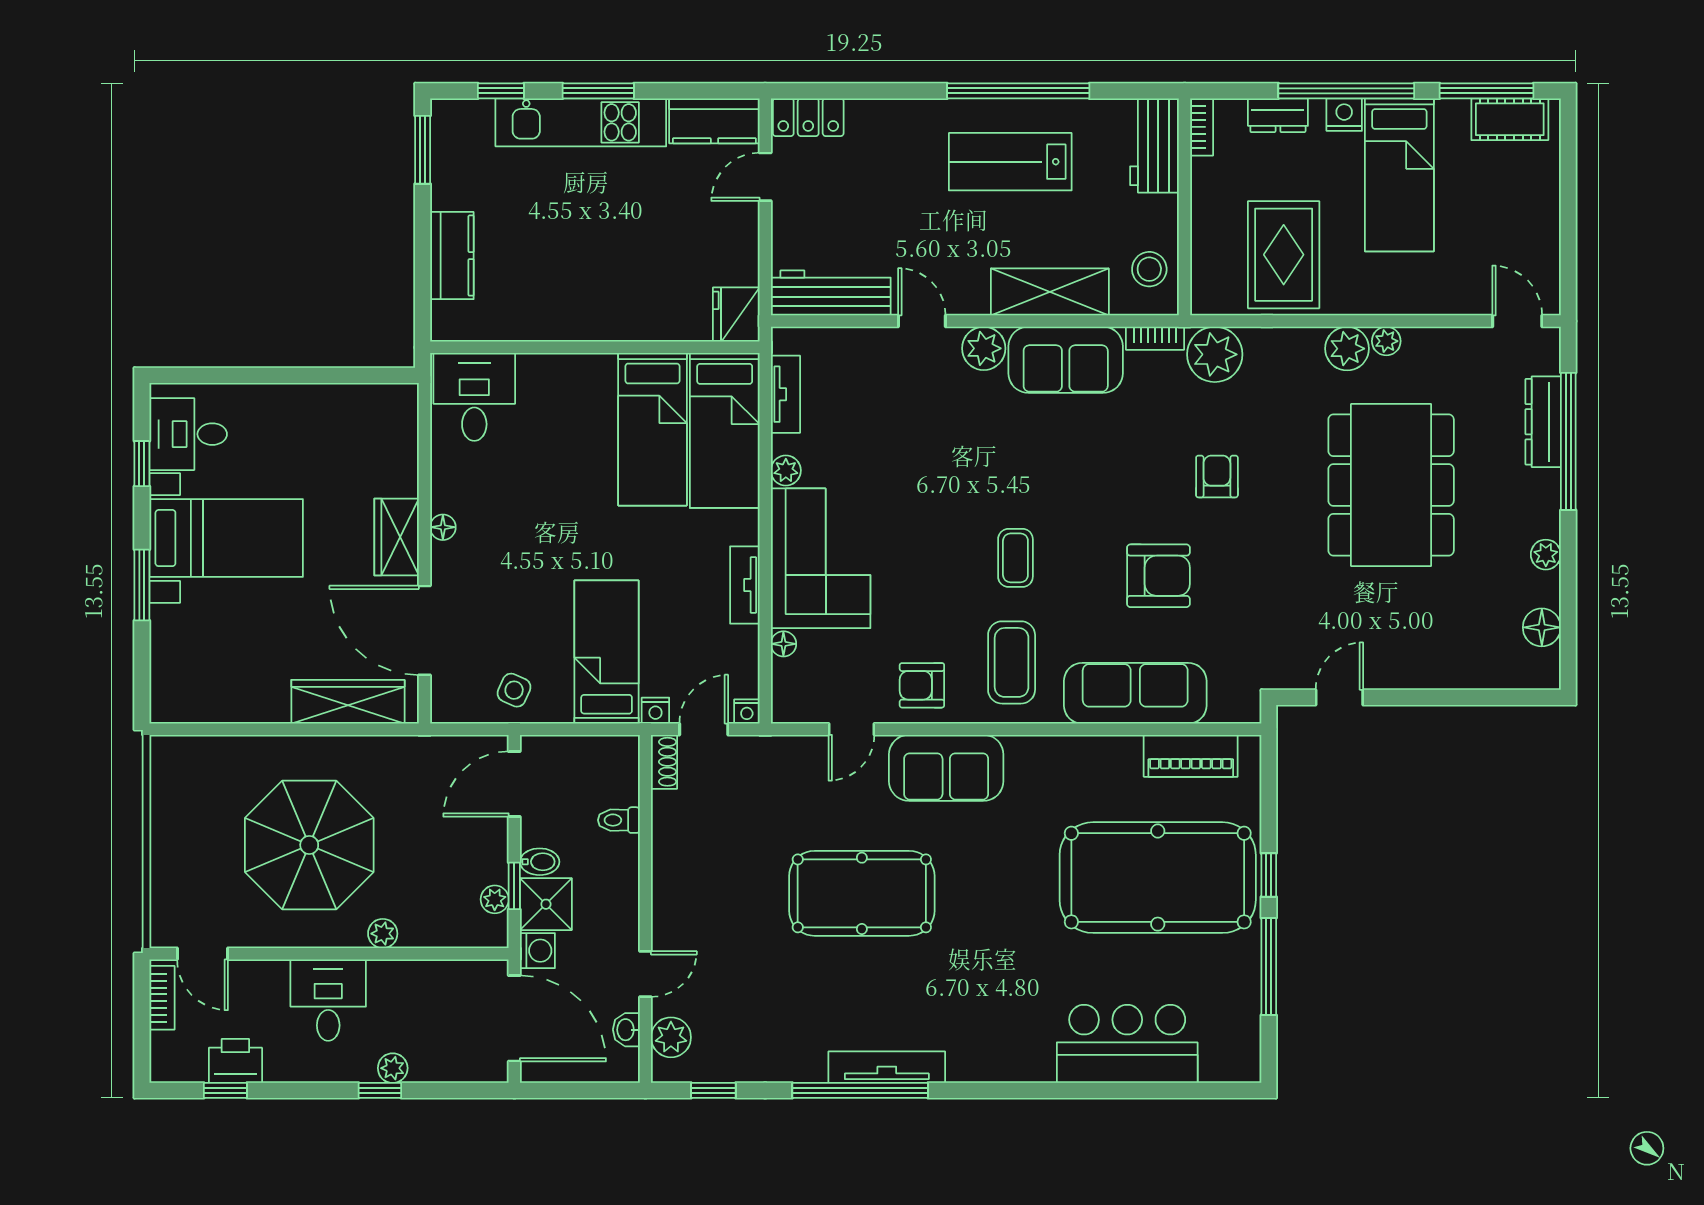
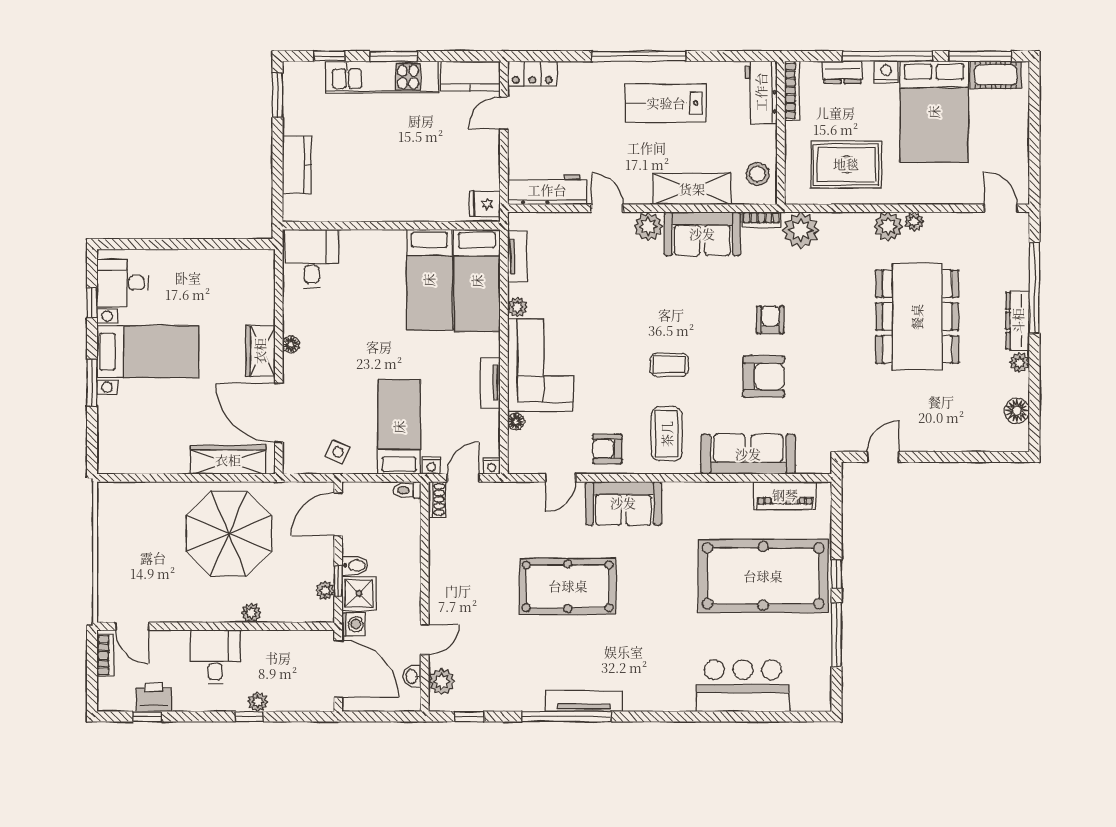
window: (1018, 91) -> (639, 56), moved
bookcase: (1202, 127) -> (792, 91), width x1.56
bed: (1399, 175) -> (934, 112), width x1.50
rug: (1284, 255) -> (846, 164), turned 90
fridge: (736, 314) -> (485, 204), width x0.72
dresser: (1543, 422) -> (1018, 321), moved
armchair: (1217, 476) -> (770, 320), moved
coffee table: (1015, 558) -> (669, 365), turned 90
toilet: (619, 820) -> (407, 490), moved
parasol: (309, 845) -> (229, 534), moved

